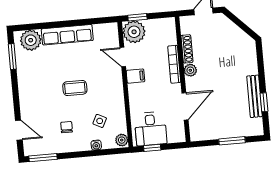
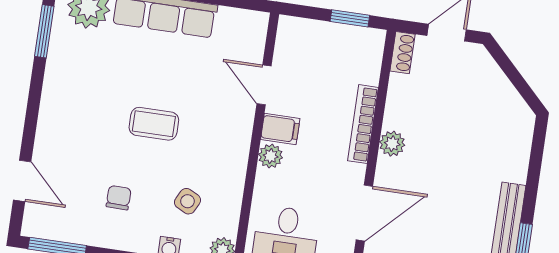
window: (137, 17) -> (350, 18), moved
plant: (134, 32) -> (271, 156), moved, width x0.53, depth x0.53
shoe rack: (187, 49) -> (403, 53), moved, width x0.70

